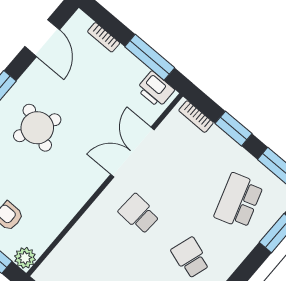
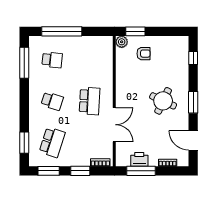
printer: (155, 89) -> (139, 159), moved
school desk: (239, 201) -> (52, 142), turned 36
school desk: (139, 214) -> (90, 101), width x1.85

